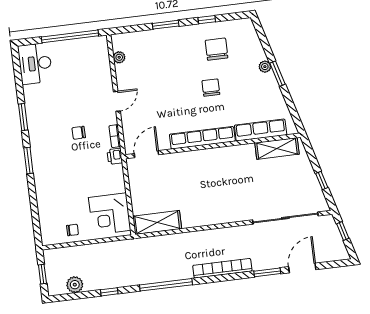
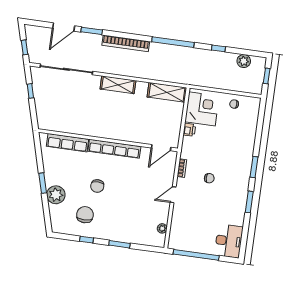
chair: (216, 49) -> (85, 215), turned 180
plant: (265, 67) -> (56, 195), width x1.88, depth x1.88
shelving: (277, 148) -> (118, 85), moved
printer: (115, 156) -> (189, 130), moved

